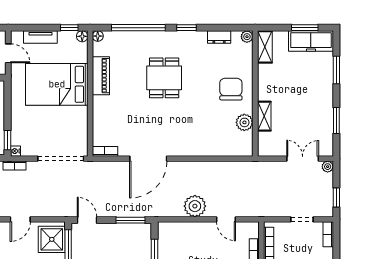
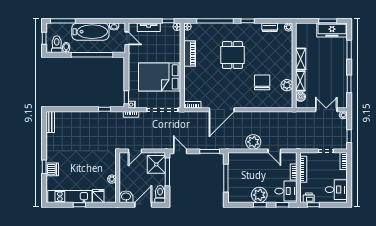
shelving: (265, 47) -> (301, 59), moved
bed: (57, 84) -> (160, 77), moved
chair: (231, 89) -> (262, 82), moved
boiler: (265, 139) -> (301, 97), added

